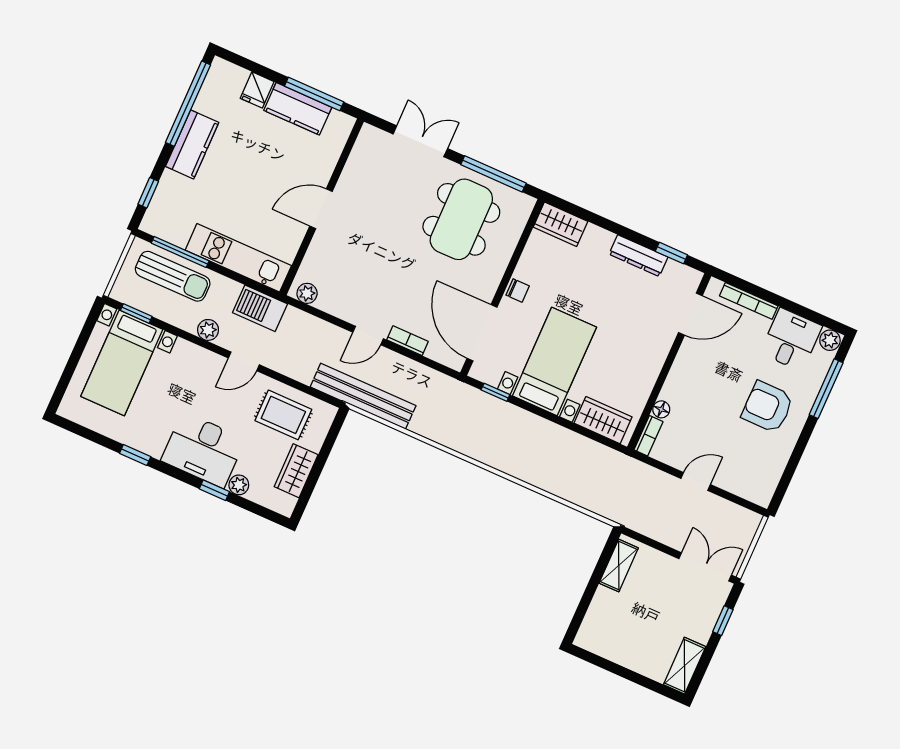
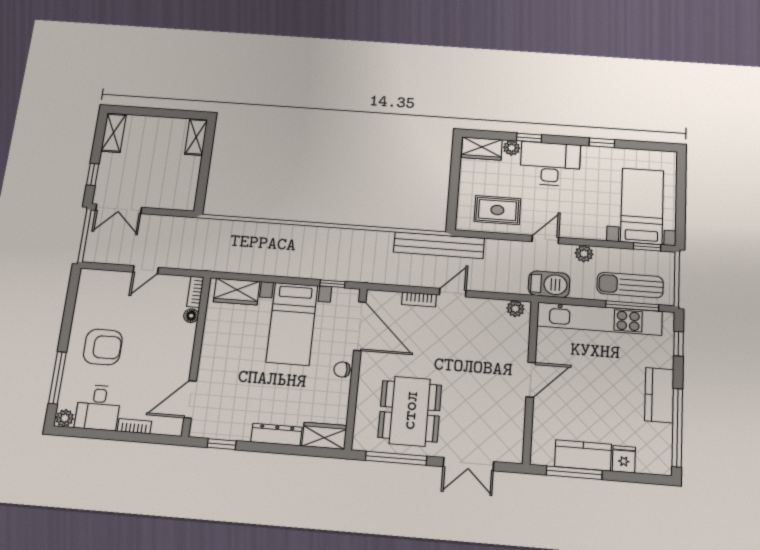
dresser: (638, 256) -> (276, 435), moved
kitchen unit: (238, 258) -> (599, 319), width x1.36
bookcase: (749, 301) -> (134, 426), width x0.64
wardrobe: (296, 471) -> (482, 149), moved, turned 90
shelving: (619, 566) -> (196, 137), moved

